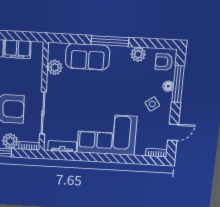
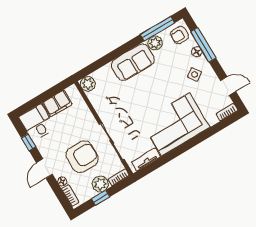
window: (110, 41) -> (157, 29), moved
sofa: (88, 57) -> (133, 62), moved
plant: (55, 67) -> (88, 84), moved
door: (173, 132) -> (228, 86), hinge flipped

